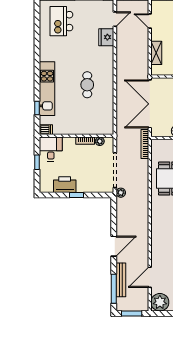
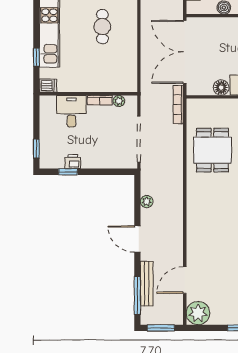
desk: (51, 149) -> (71, 111), moved
window: (37, 162) -> (36, 149), moved
printer: (65, 185) -> (73, 162), width x0.53, depth x0.68
plant: (121, 193) -> (147, 202), moved
window: (76, 195) -> (68, 172), moved
door: (114, 246) -> (137, 239), swing flipped

